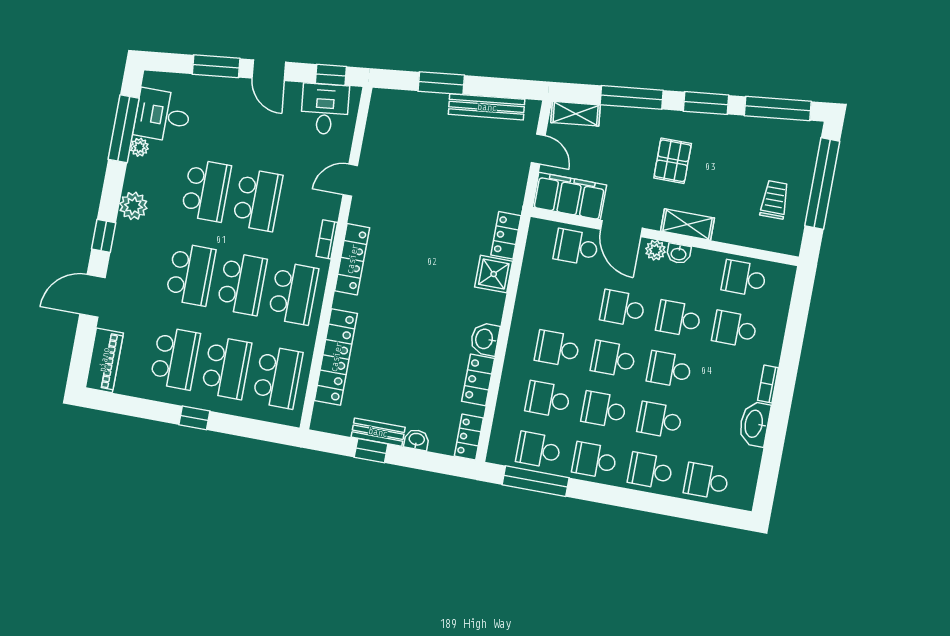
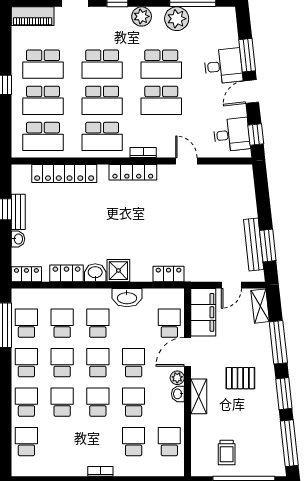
window: (441, 83) -> (268, 245), moved
desk: (162, 115) -> (223, 66), moved, turned 84
plant: (139, 147) -> (177, 19), width x1.88, depth x1.88
trolley: (775, 200) -> (227, 453), turned 90
shower: (494, 274) -> (118, 271), moved
washbasin: (754, 424) -> (127, 298), moved, turned 180

